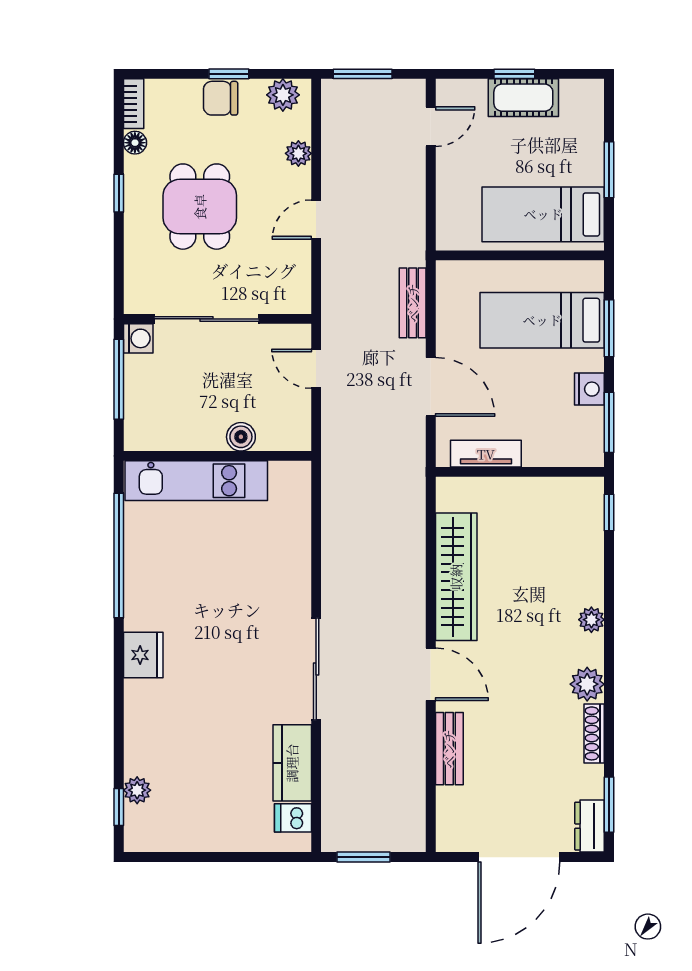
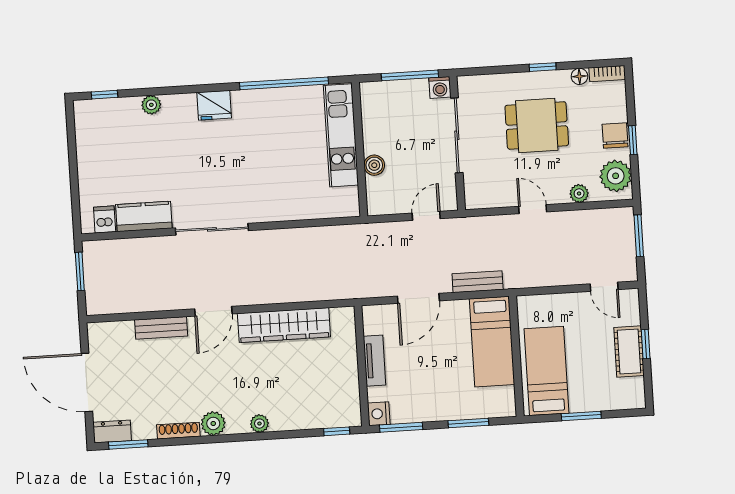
plant: (283, 95) -> (616, 176), width x1.36, depth x1.36
bed: (542, 320) -> (492, 342), moved, turned 180
nightstand: (589, 389) -> (379, 414), moved, turned 90
tv unit: (486, 454) -> (375, 361), moved
plant: (137, 790) -> (151, 105), moved

